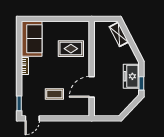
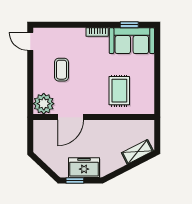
door: (92, 87) -> (70, 117), swing flipped
window: (19, 103) -> (129, 25), moved
plant: (81, 108) -> (44, 104), added

